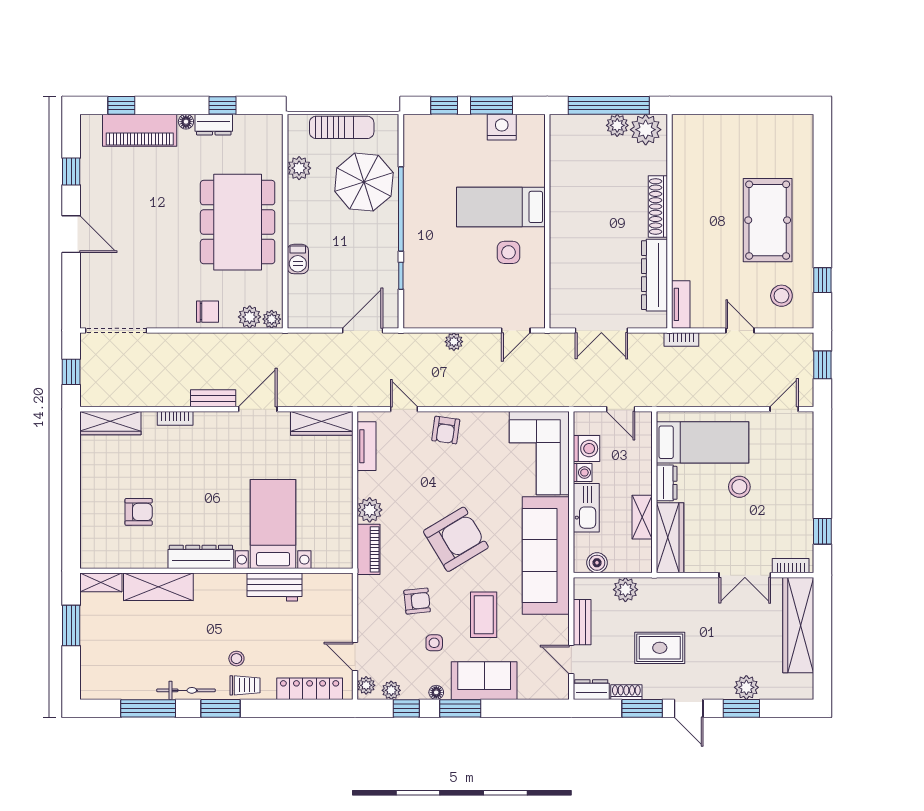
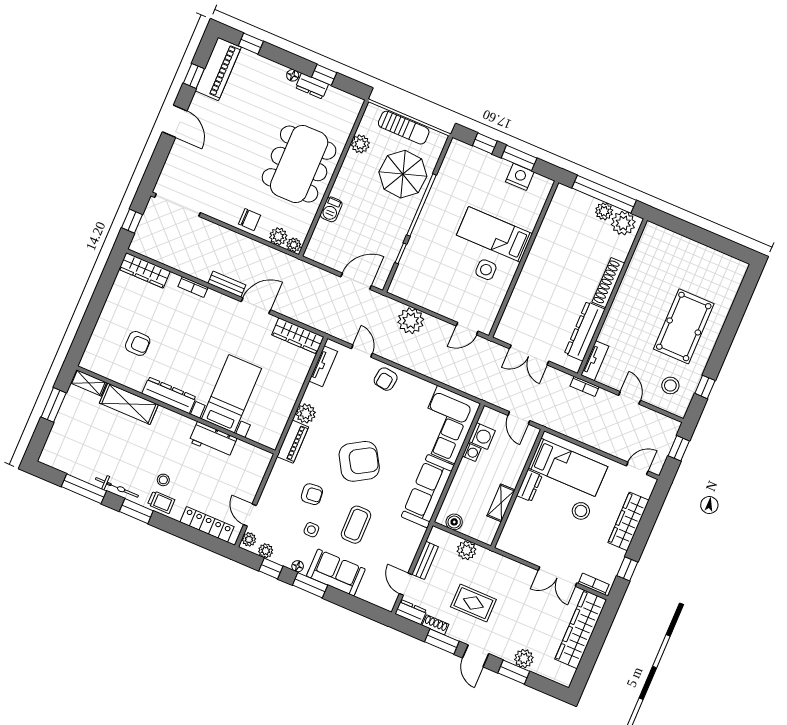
piano: (140, 130) -> (218, 69), moved, turned -90
plant: (454, 342) -> (411, 321), width x1.88, depth x1.88
kitchen sink: (586, 508) -> (463, 479), removed
wardrobe: (670, 538) -> (628, 521), moved, turned 180
sofa: (546, 555) -> (428, 491), width x0.74, depth x0.79

